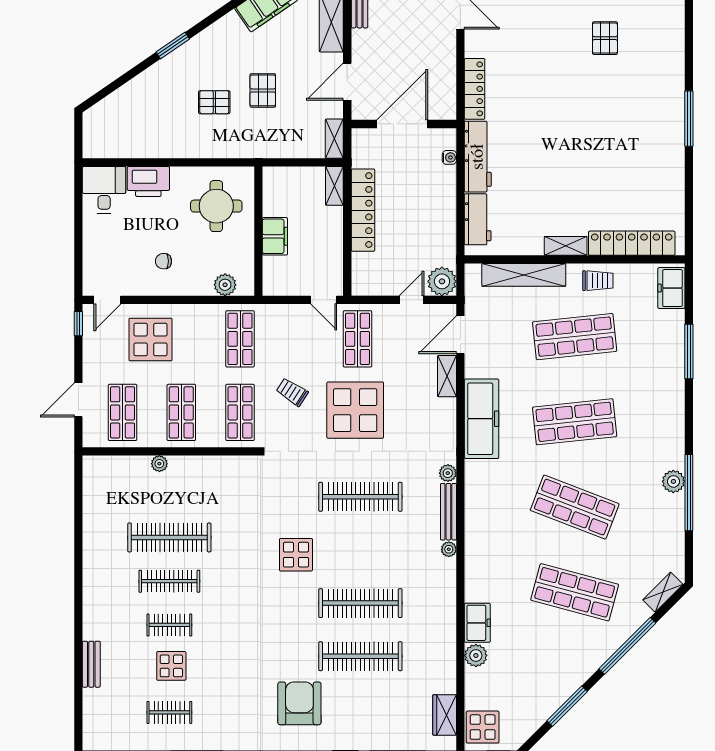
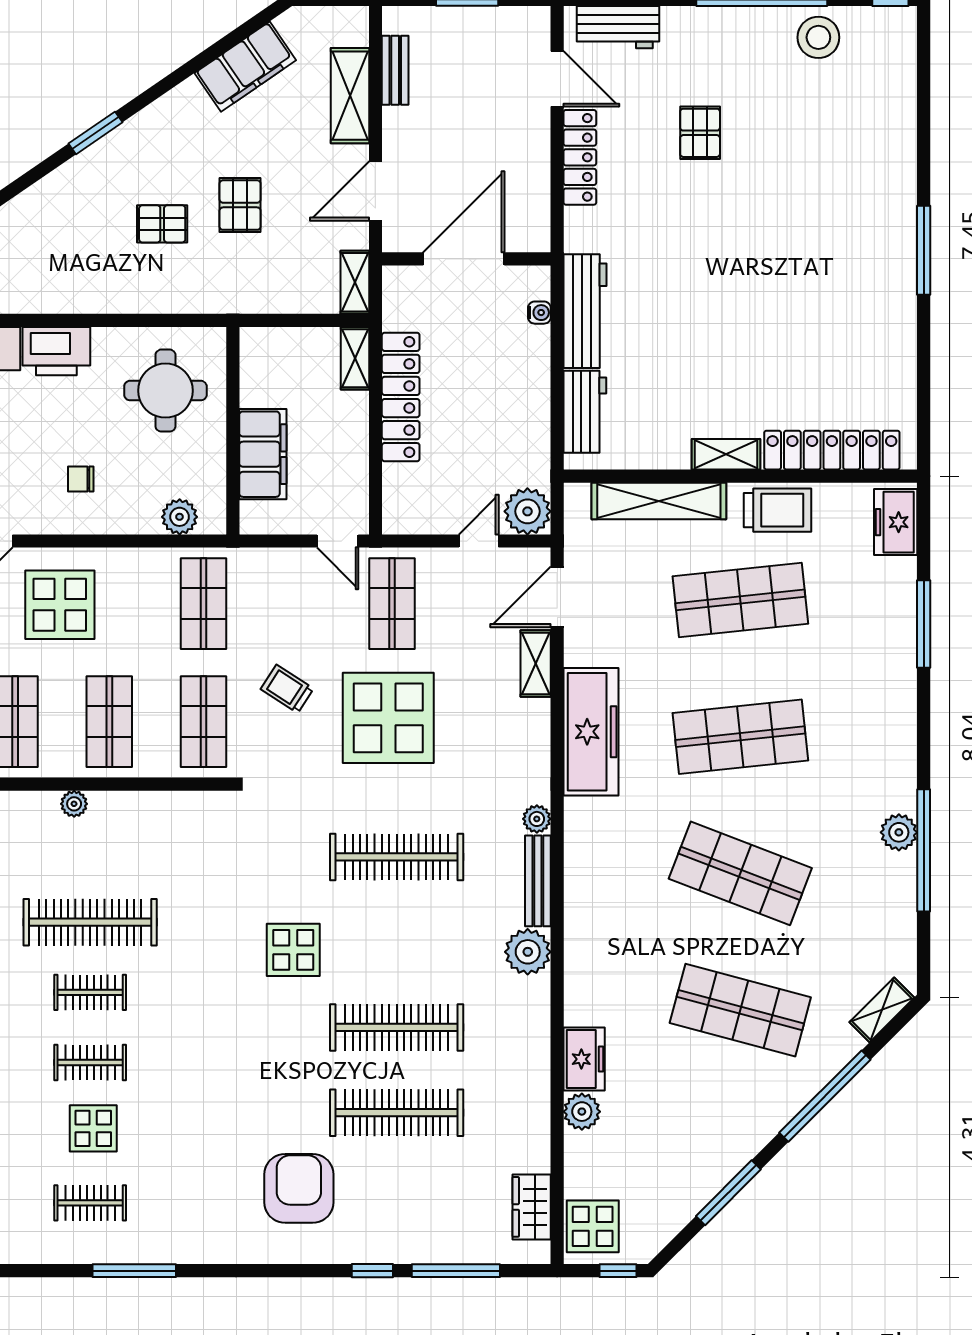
pallet: (605, 38) -> (700, 133), moved
locker: (475, 89) -> (580, 157), moved
filing cabinet: (275, 236) -> (263, 454), width x1.50, depth x1.17
trolley: (598, 281) -> (777, 510), width x1.36, depth x1.39
plant: (449, 549) -> (528, 952), width x1.88, depth x1.88
clothes rail: (169, 581) -> (90, 992), width x0.73

